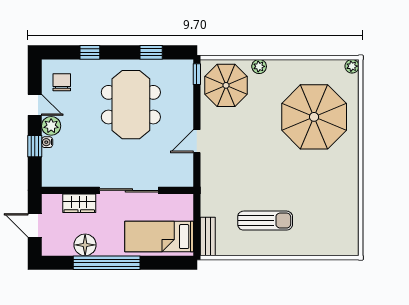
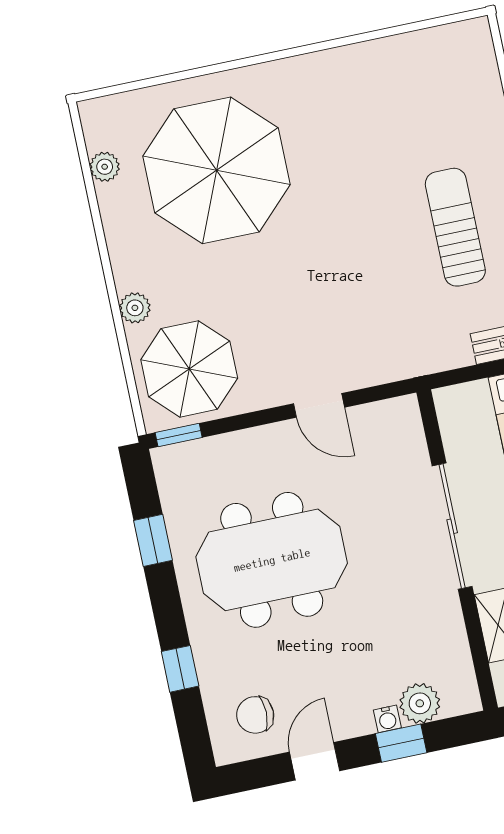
plant: (352, 66) -> (105, 167), moved
plant: (51, 126) -> (420, 703), moved

